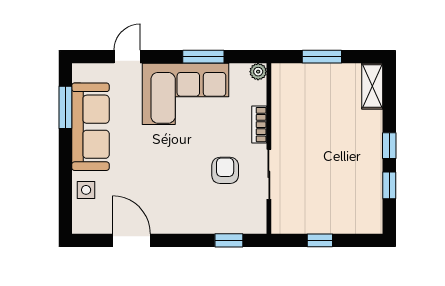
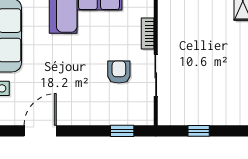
door: (131, 240) -> (40, 131), hinge flipped

